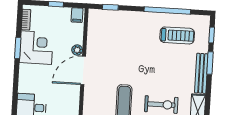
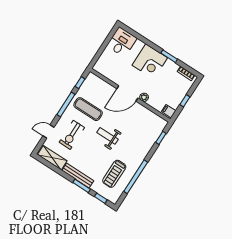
corner desk: (36, 48) -> (150, 61), moved
weight bench: (141, 66) -> (107, 136), added
door: (83, 70) -> (127, 93), swing flipped

